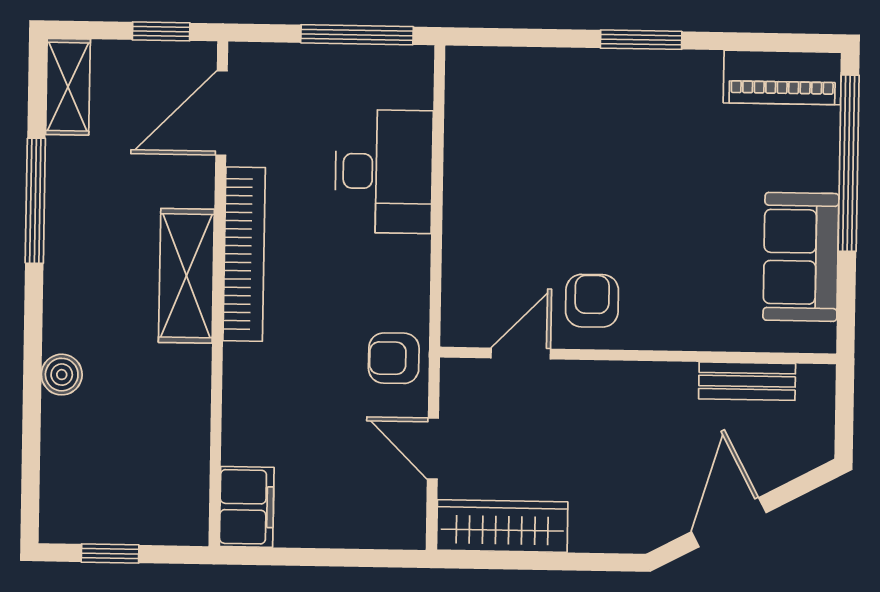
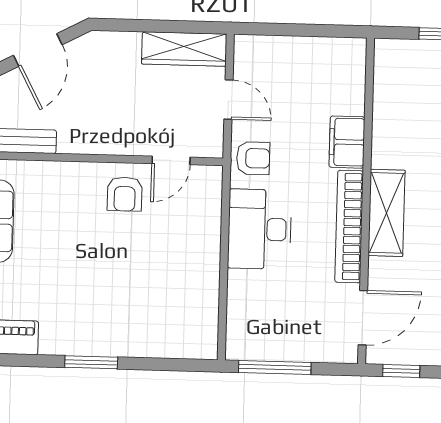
desk: (384, 171) -> (260, 229), moved
filing cabinet: (247, 507) -> (347, 142), moved

